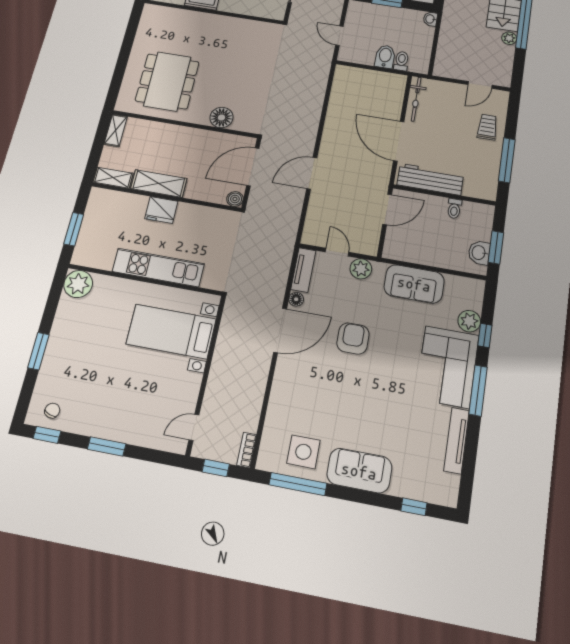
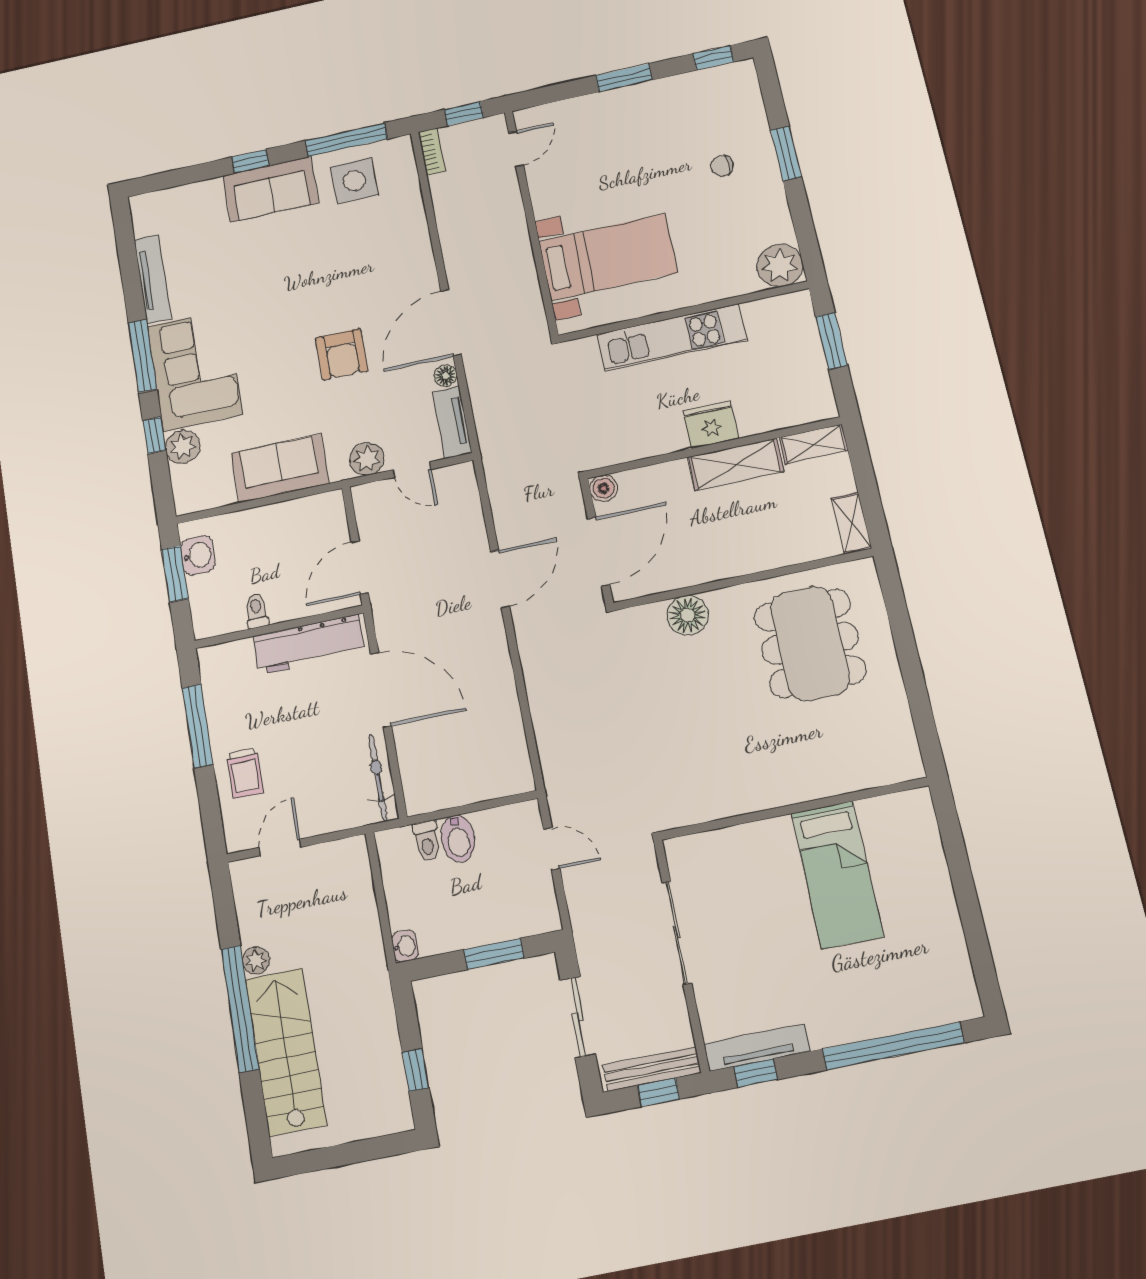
chair: (52, 411) -> (722, 166), moved, turned 72
window: (414, 507) -> (250, 161), moved

